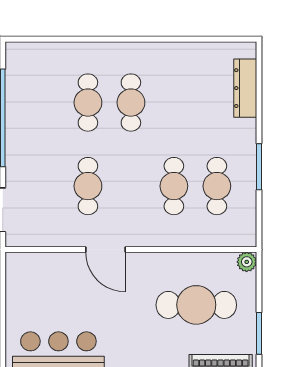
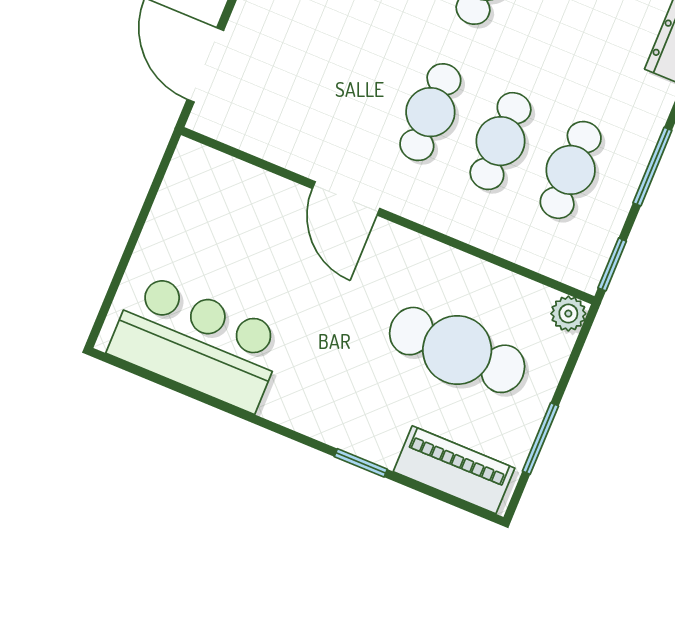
cafe table: (88, 186) -> (430, 112), moved
window: (259, 227) -> (612, 264), added

